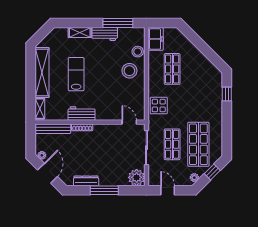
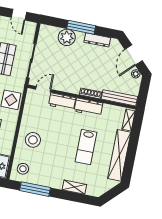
workbench: (105, 34) -> (62, 101), moved, turned 180
stool: (138, 52) -> (23, 169), moved
door: (129, 122) -> (43, 89), swing flipped
plant: (137, 177) -> (67, 37), moved

